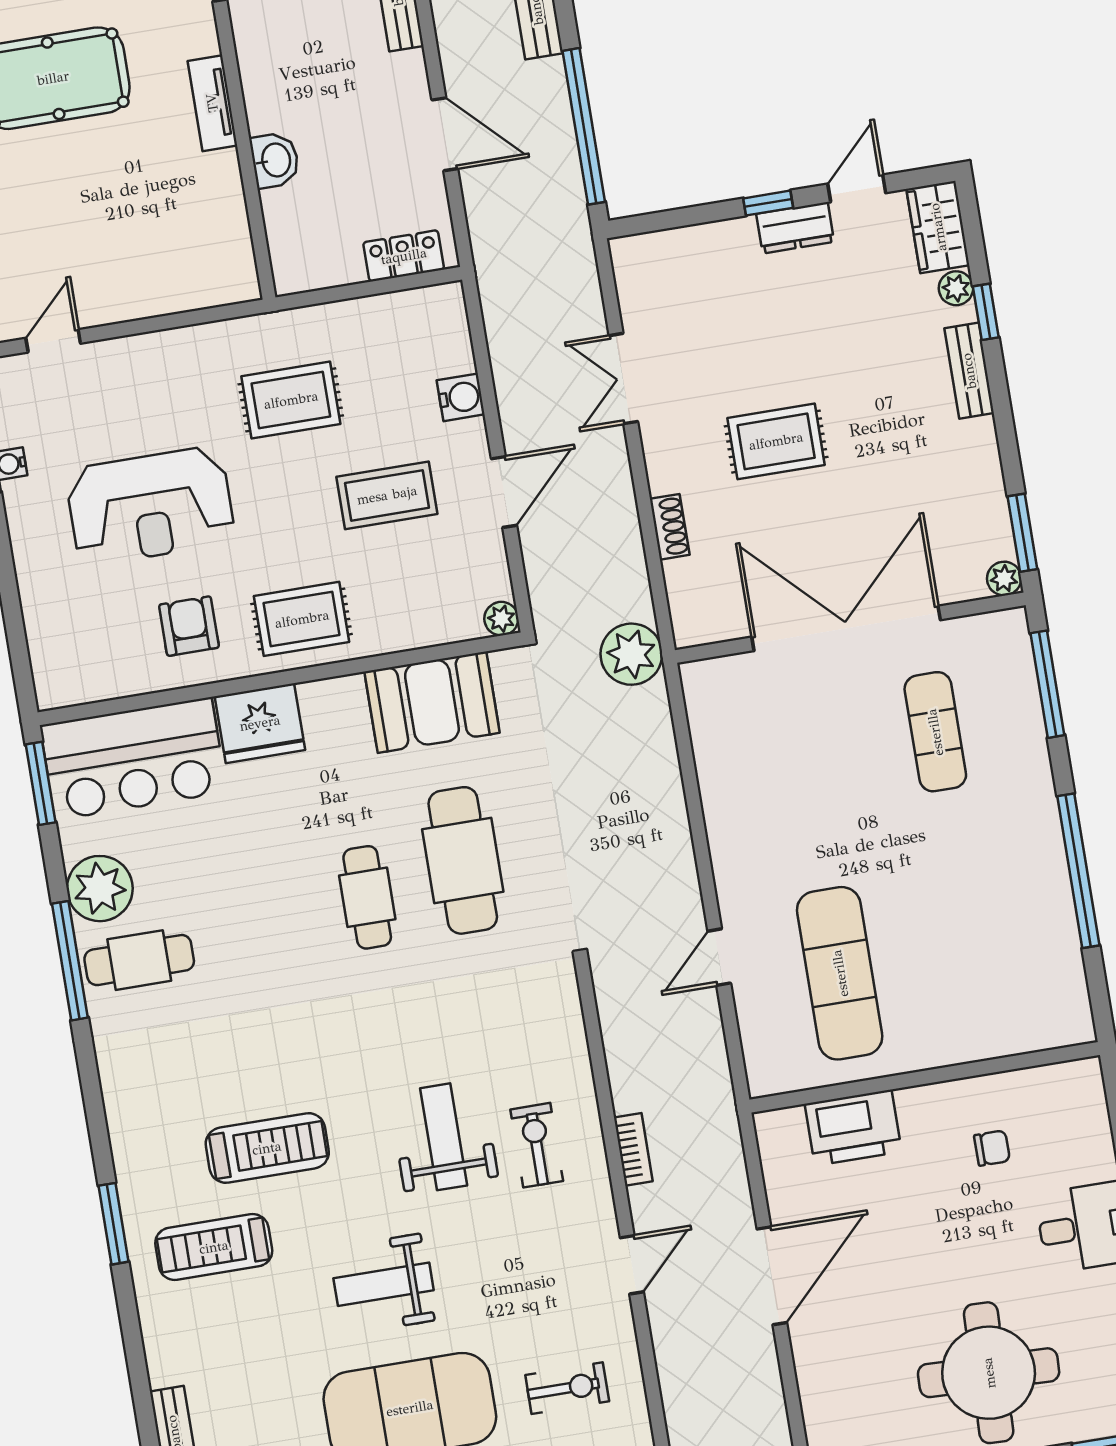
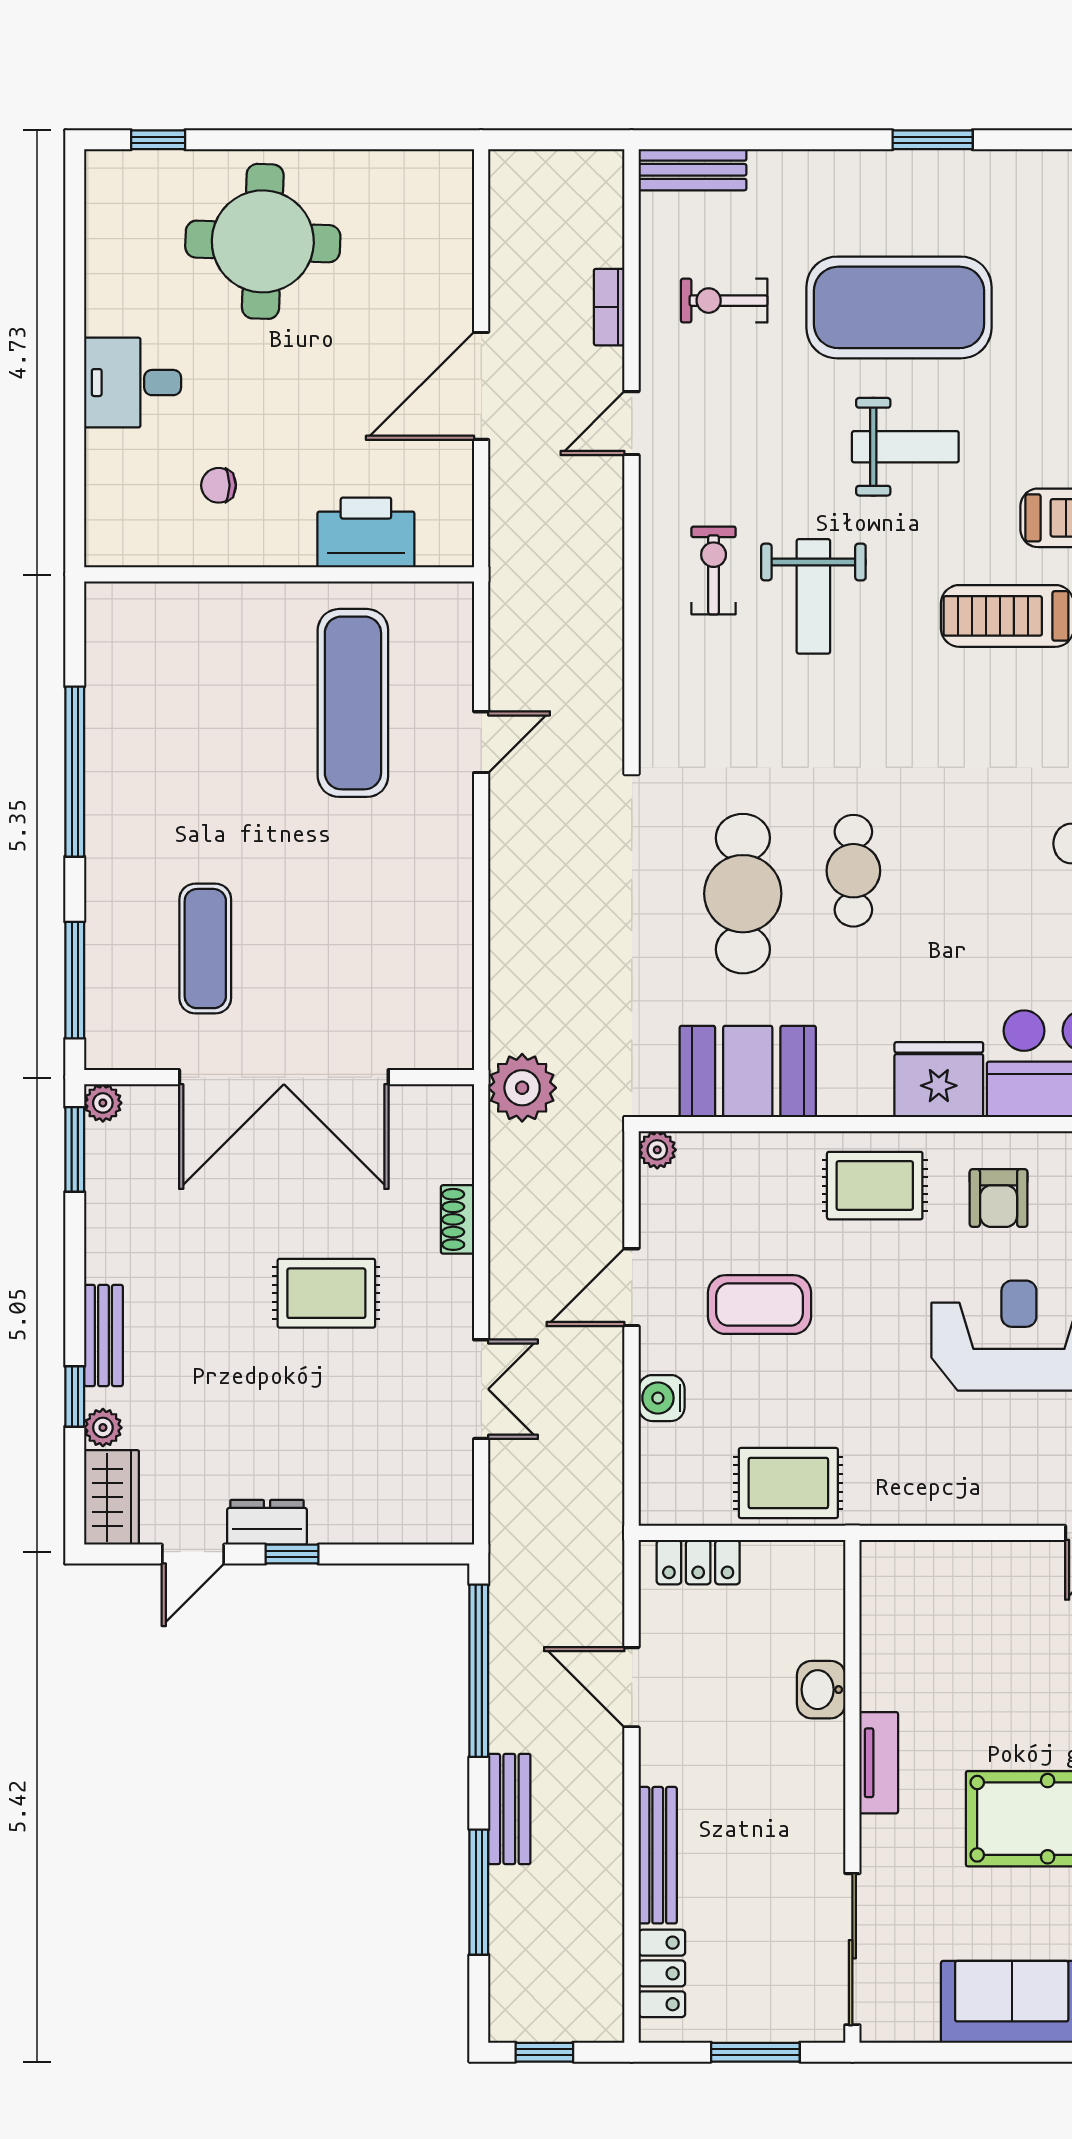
rug: (291, 400) -> (788, 1483), moved
exercise bike: (537, 1145) -> (714, 570), turned 180
bookcase: (633, 1149) -> (609, 307), moved

